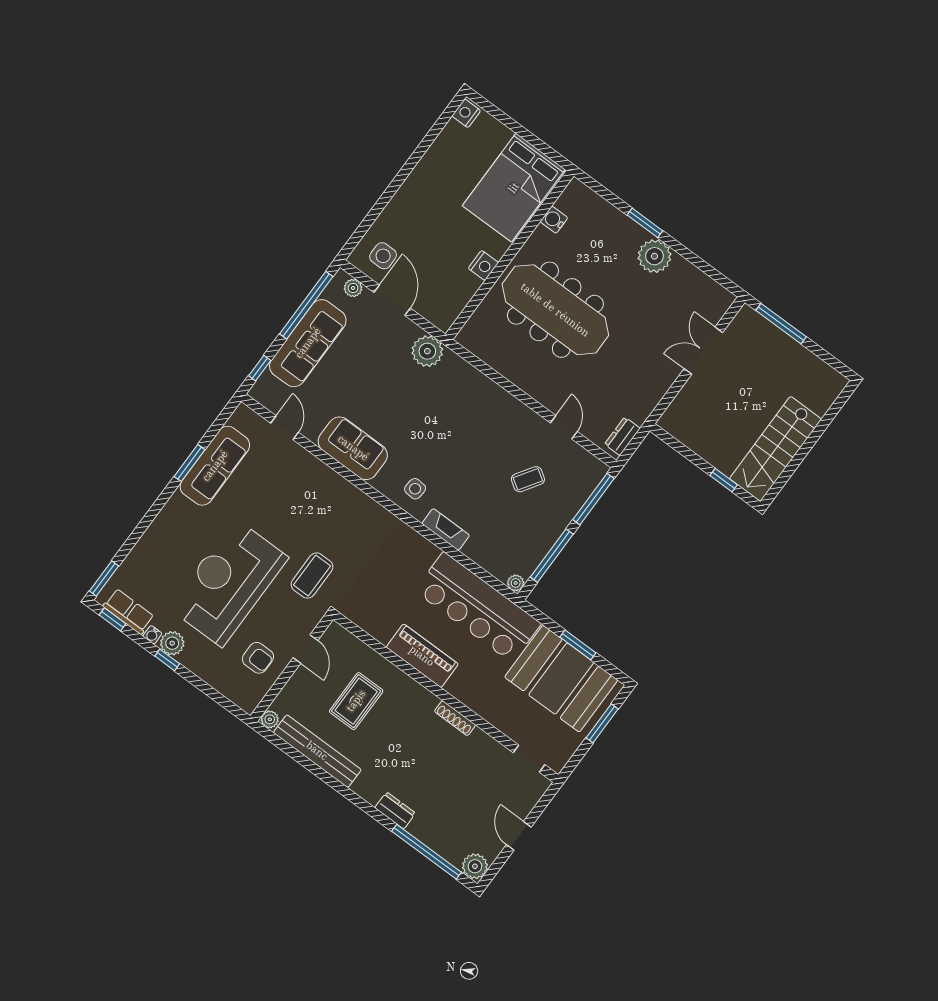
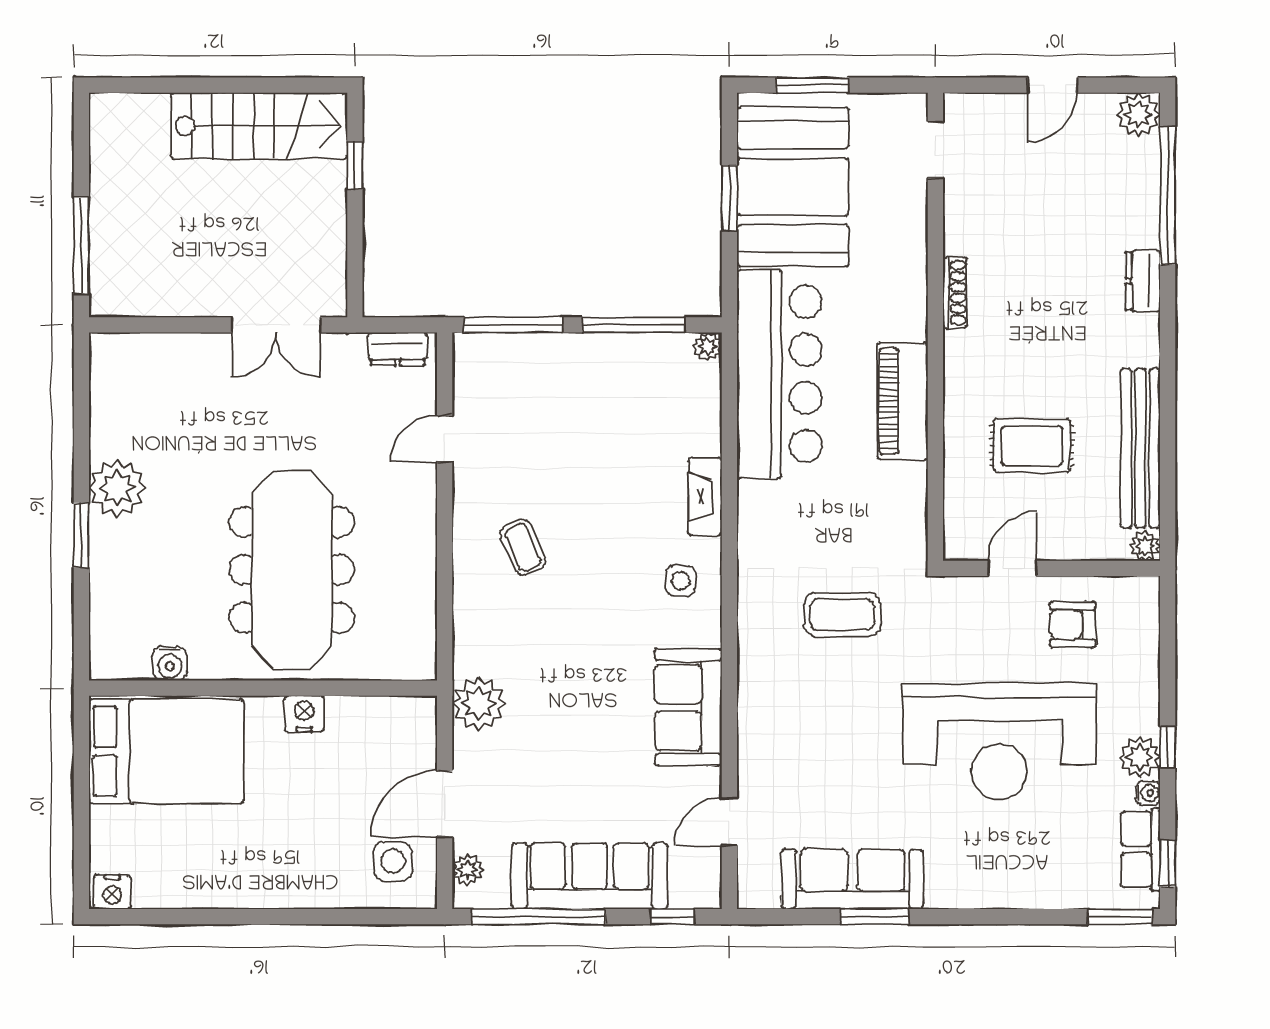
double door: (703, 351) -> (276, 325), moved
coffee table: (528, 479) -> (523, 547), moved, turned 33
coffee table: (312, 576) -> (842, 614), moved
armchair: (258, 658) -> (1073, 625), turned -90

